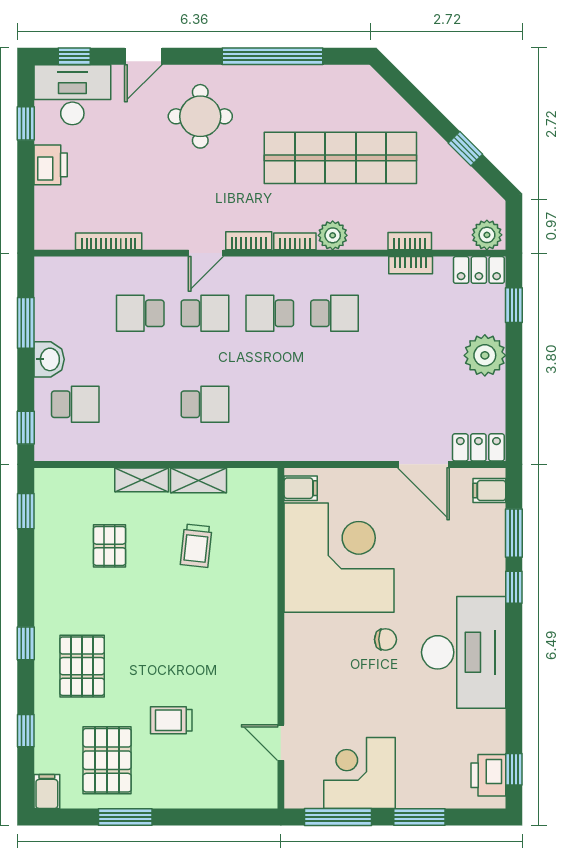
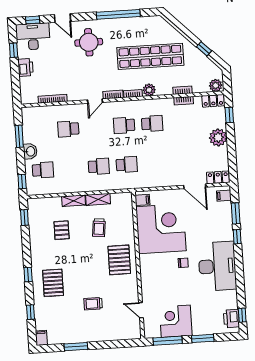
door: (143, 56) -> (62, 18), hinge flipped
school desk: (205, 313) -> (127, 165), moved
pallet: (107, 760) -> (119, 260), moved

